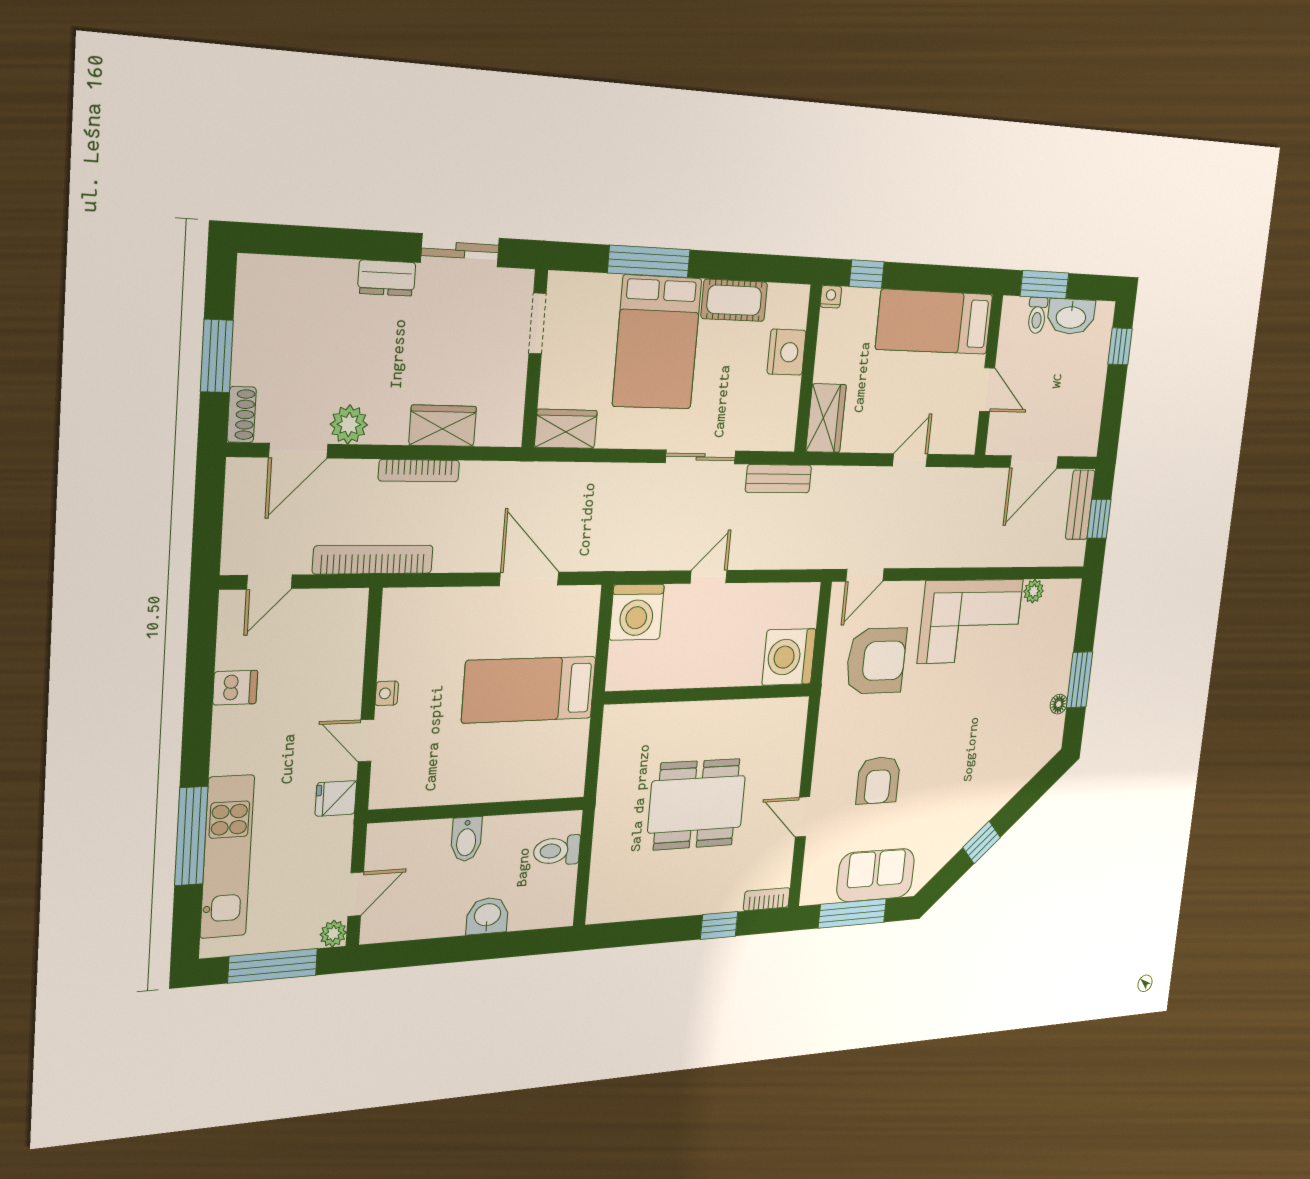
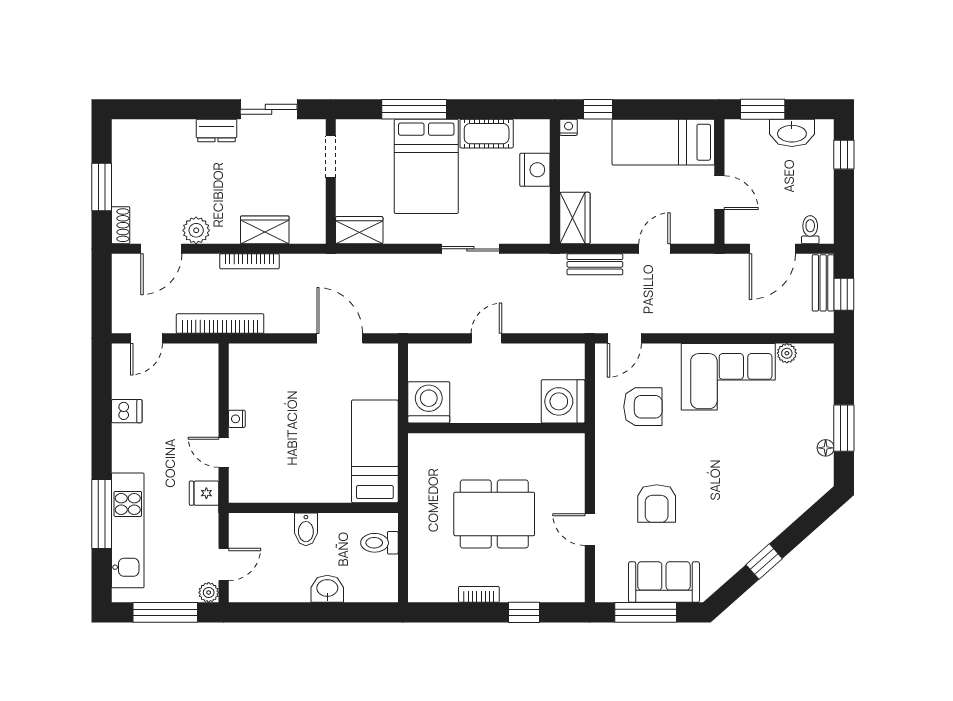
toilet: (1037, 315) -> (810, 230), moved, turned 180
bench: (778, 479) -> (595, 264), moved
washing machine: (637, 612) -> (429, 402), moved, turned 180
armchair: (876, 661) -> (643, 407), width x0.73, depth x0.73
bed: (529, 690) -> (375, 451), moved, turned 90
bookcase: (767, 899) -> (479, 594), moved

